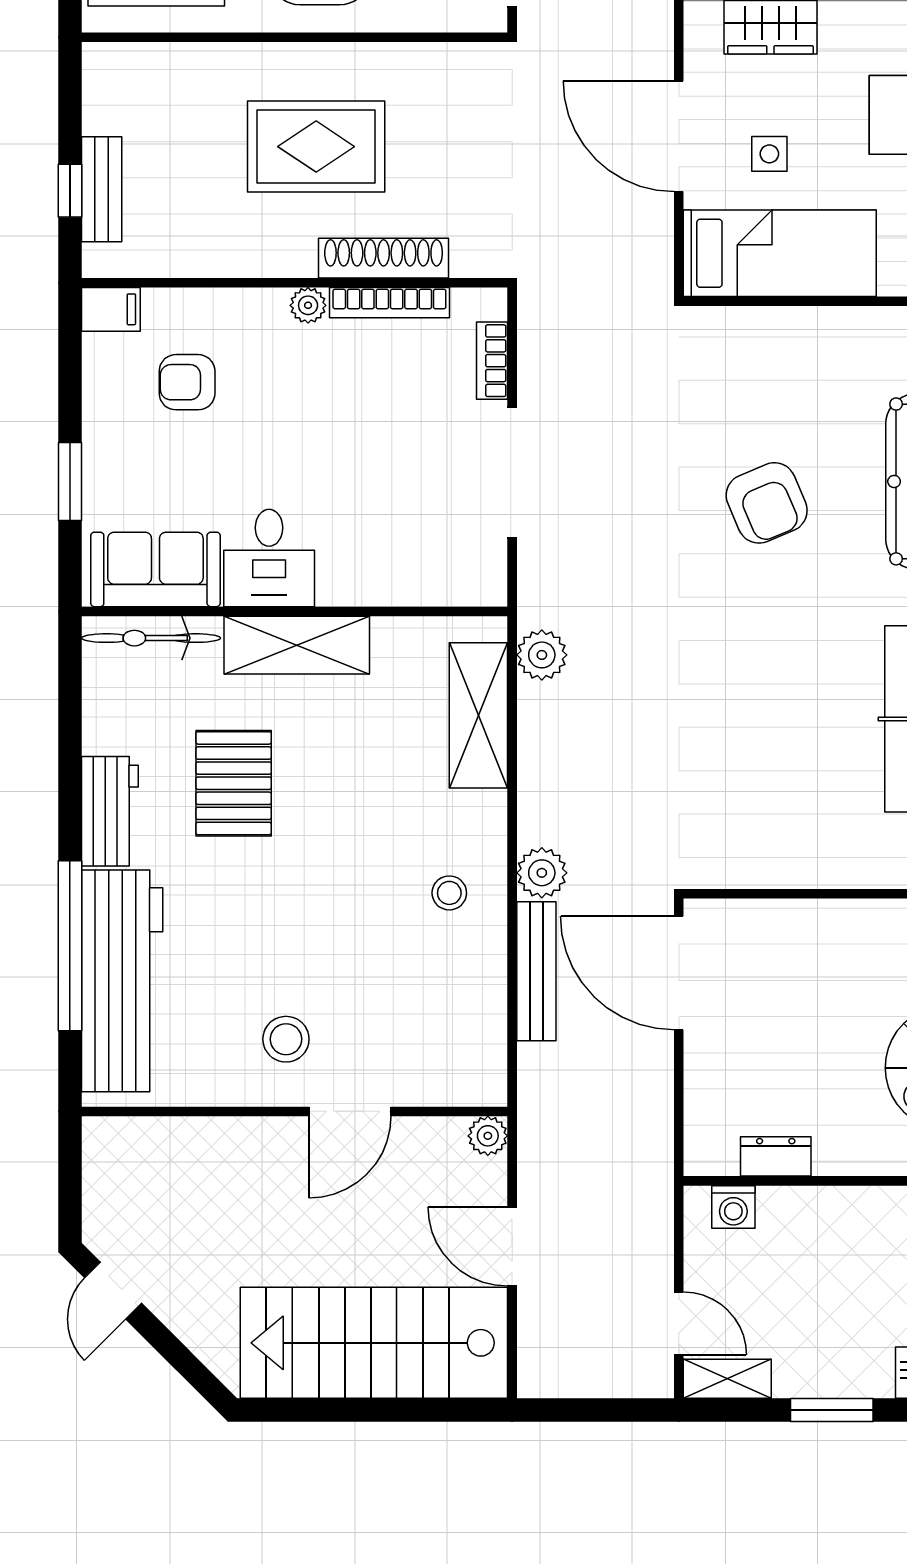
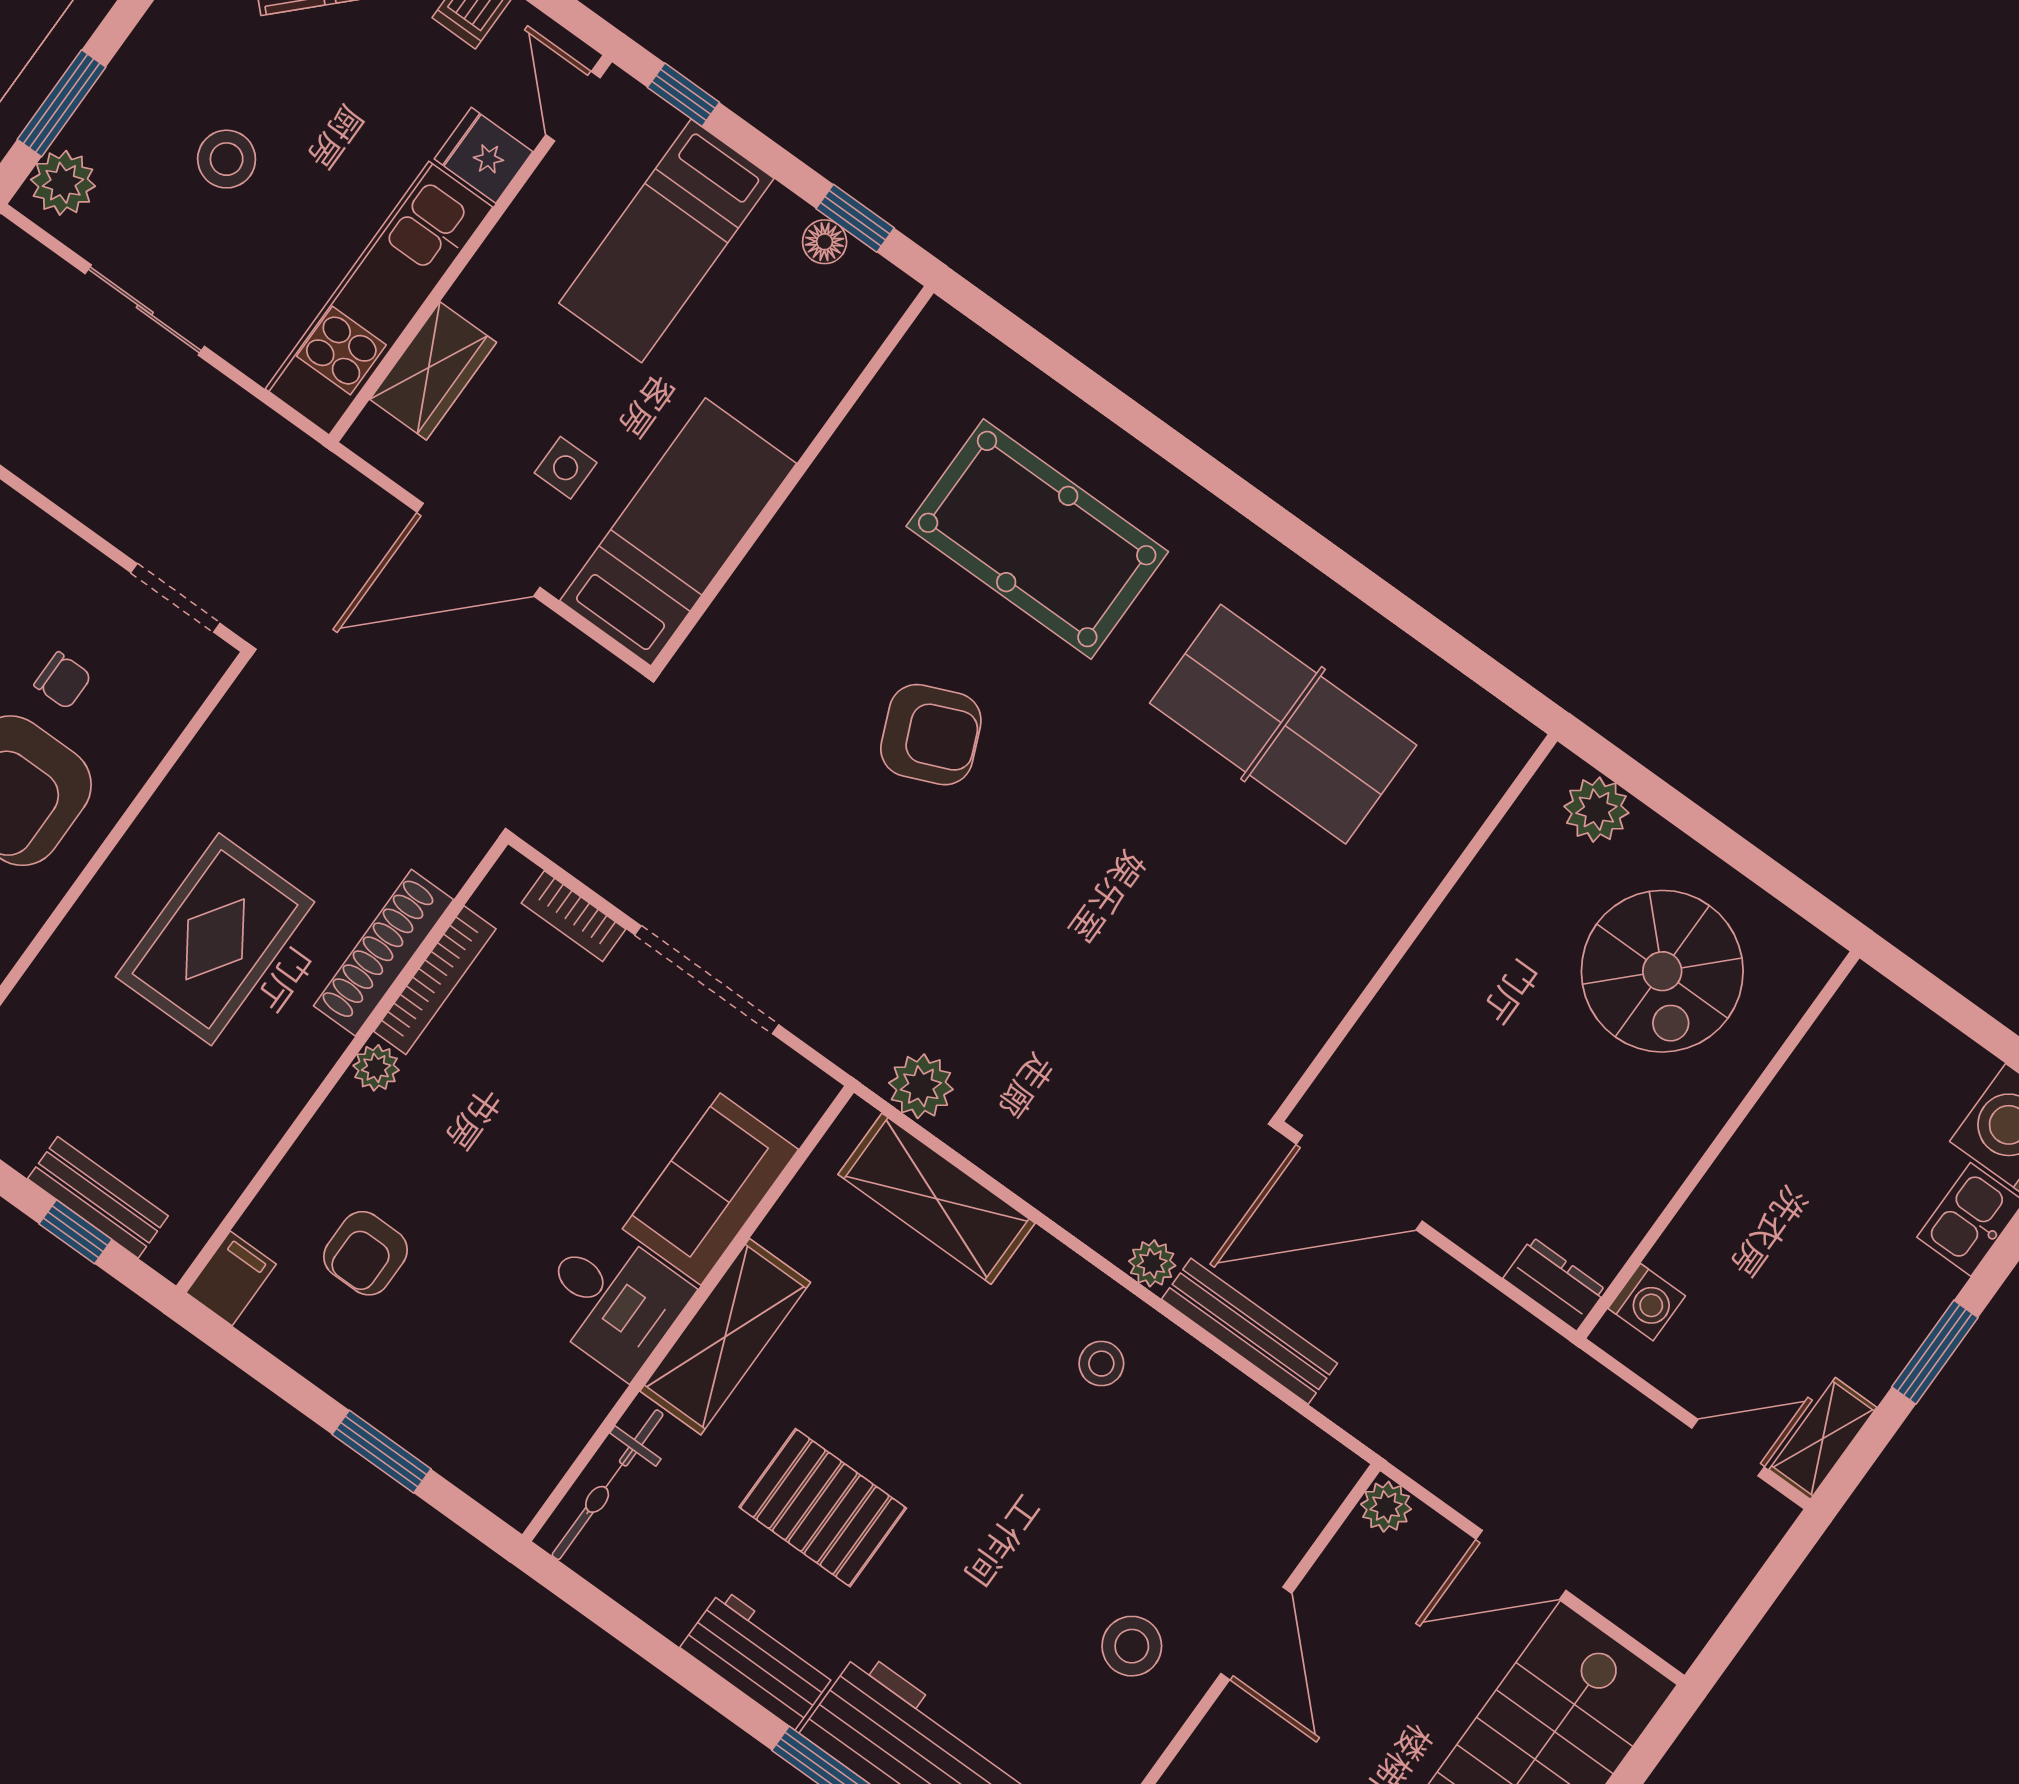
sofa: (155, 569) -> (710, 1189), moved
plant: (542, 873) -> (1152, 1263), width x0.73, depth x0.73
dresser: (776, 1156) -> (1555, 1284), moved, turned 90

